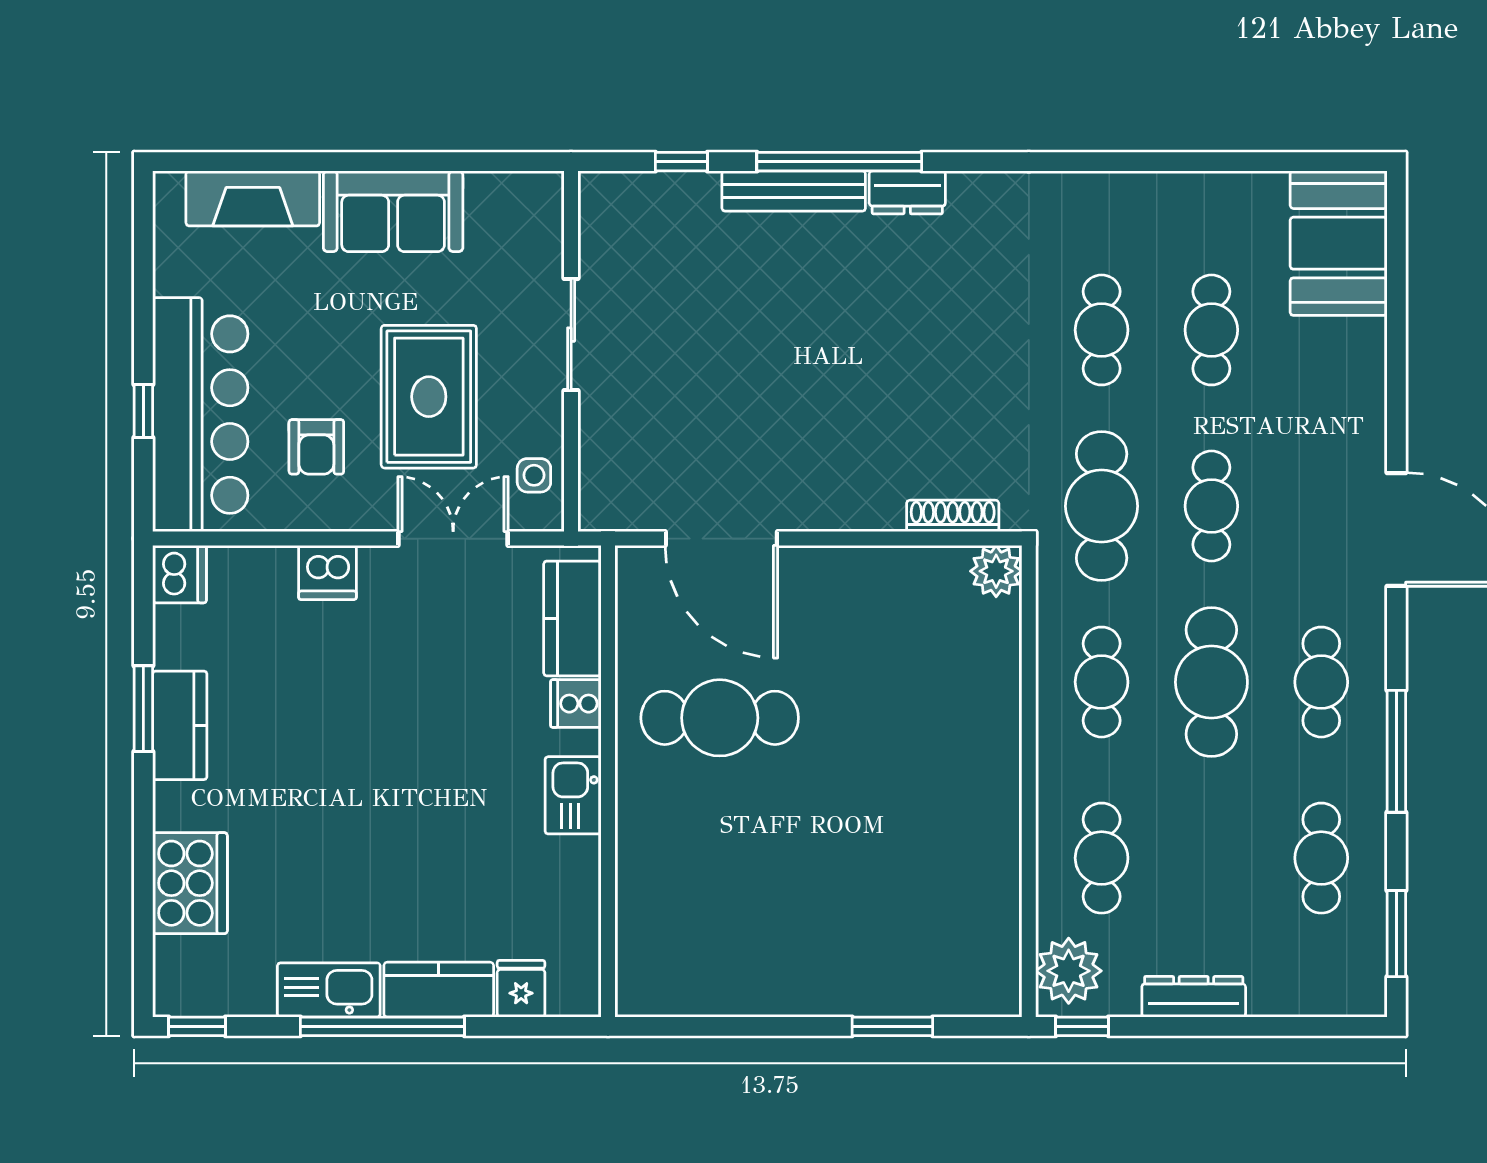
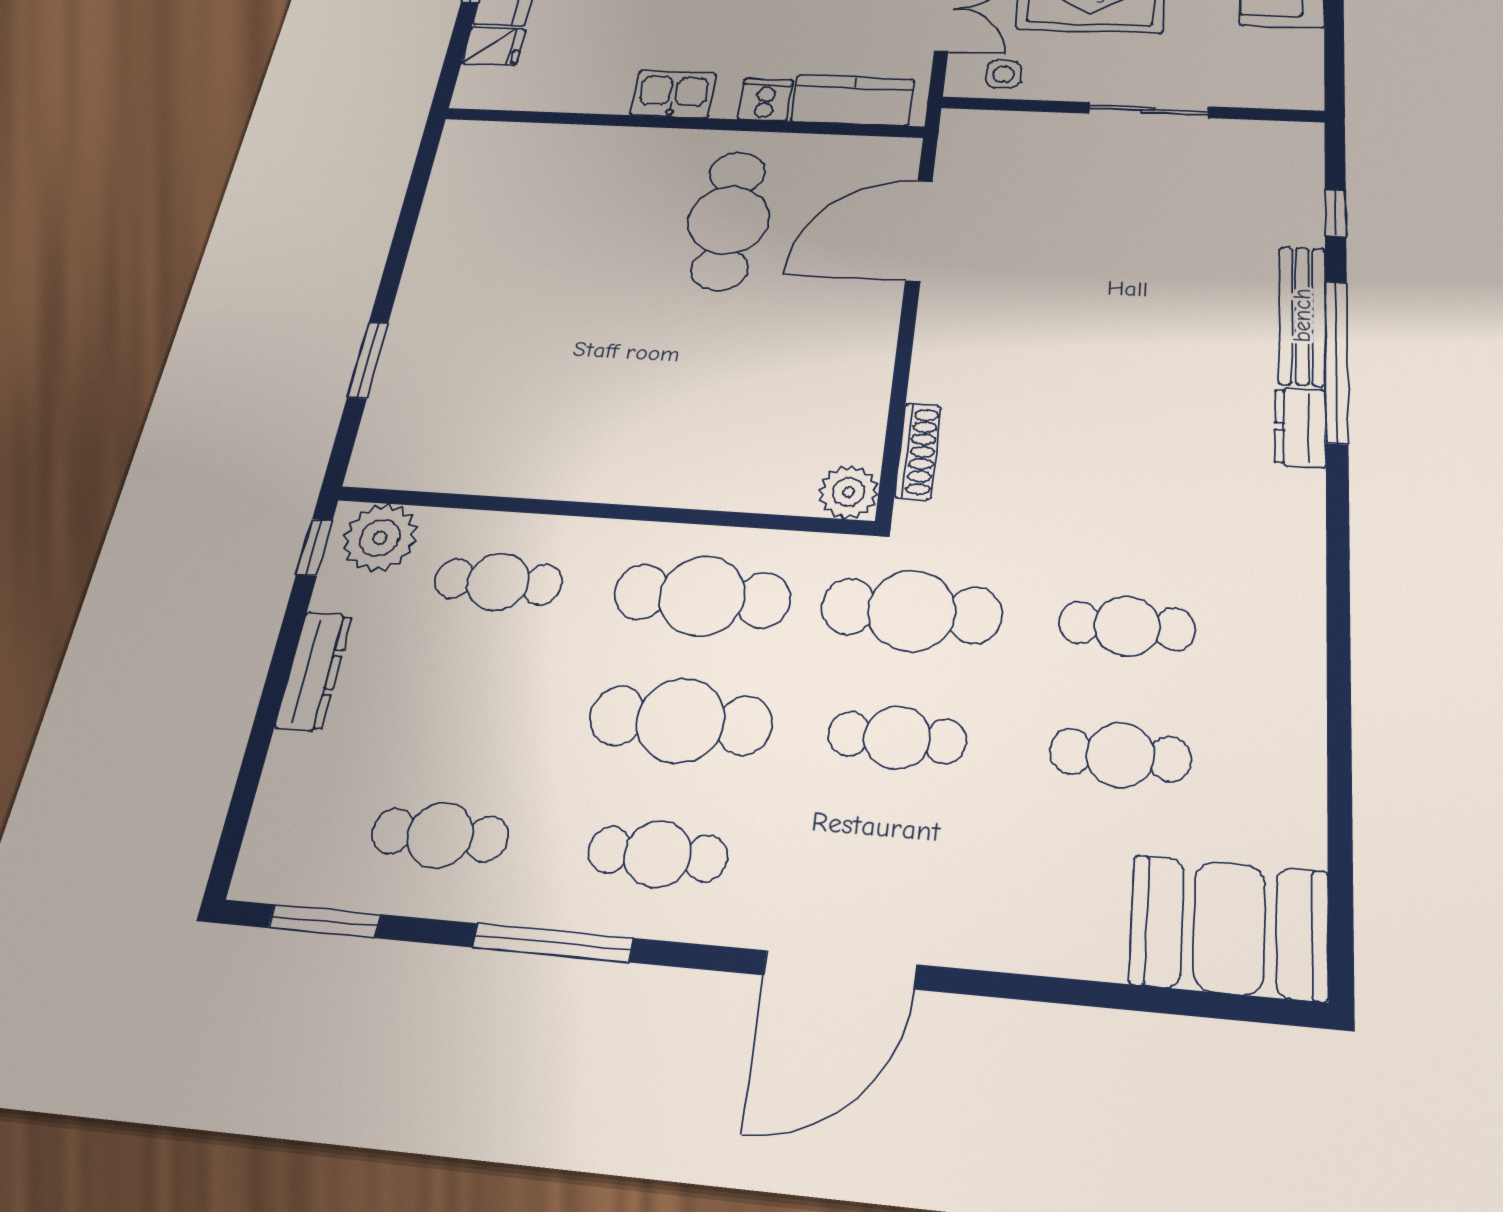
cafe table: (1102, 682) -> (702, 596), width x1.37, depth x1.35

